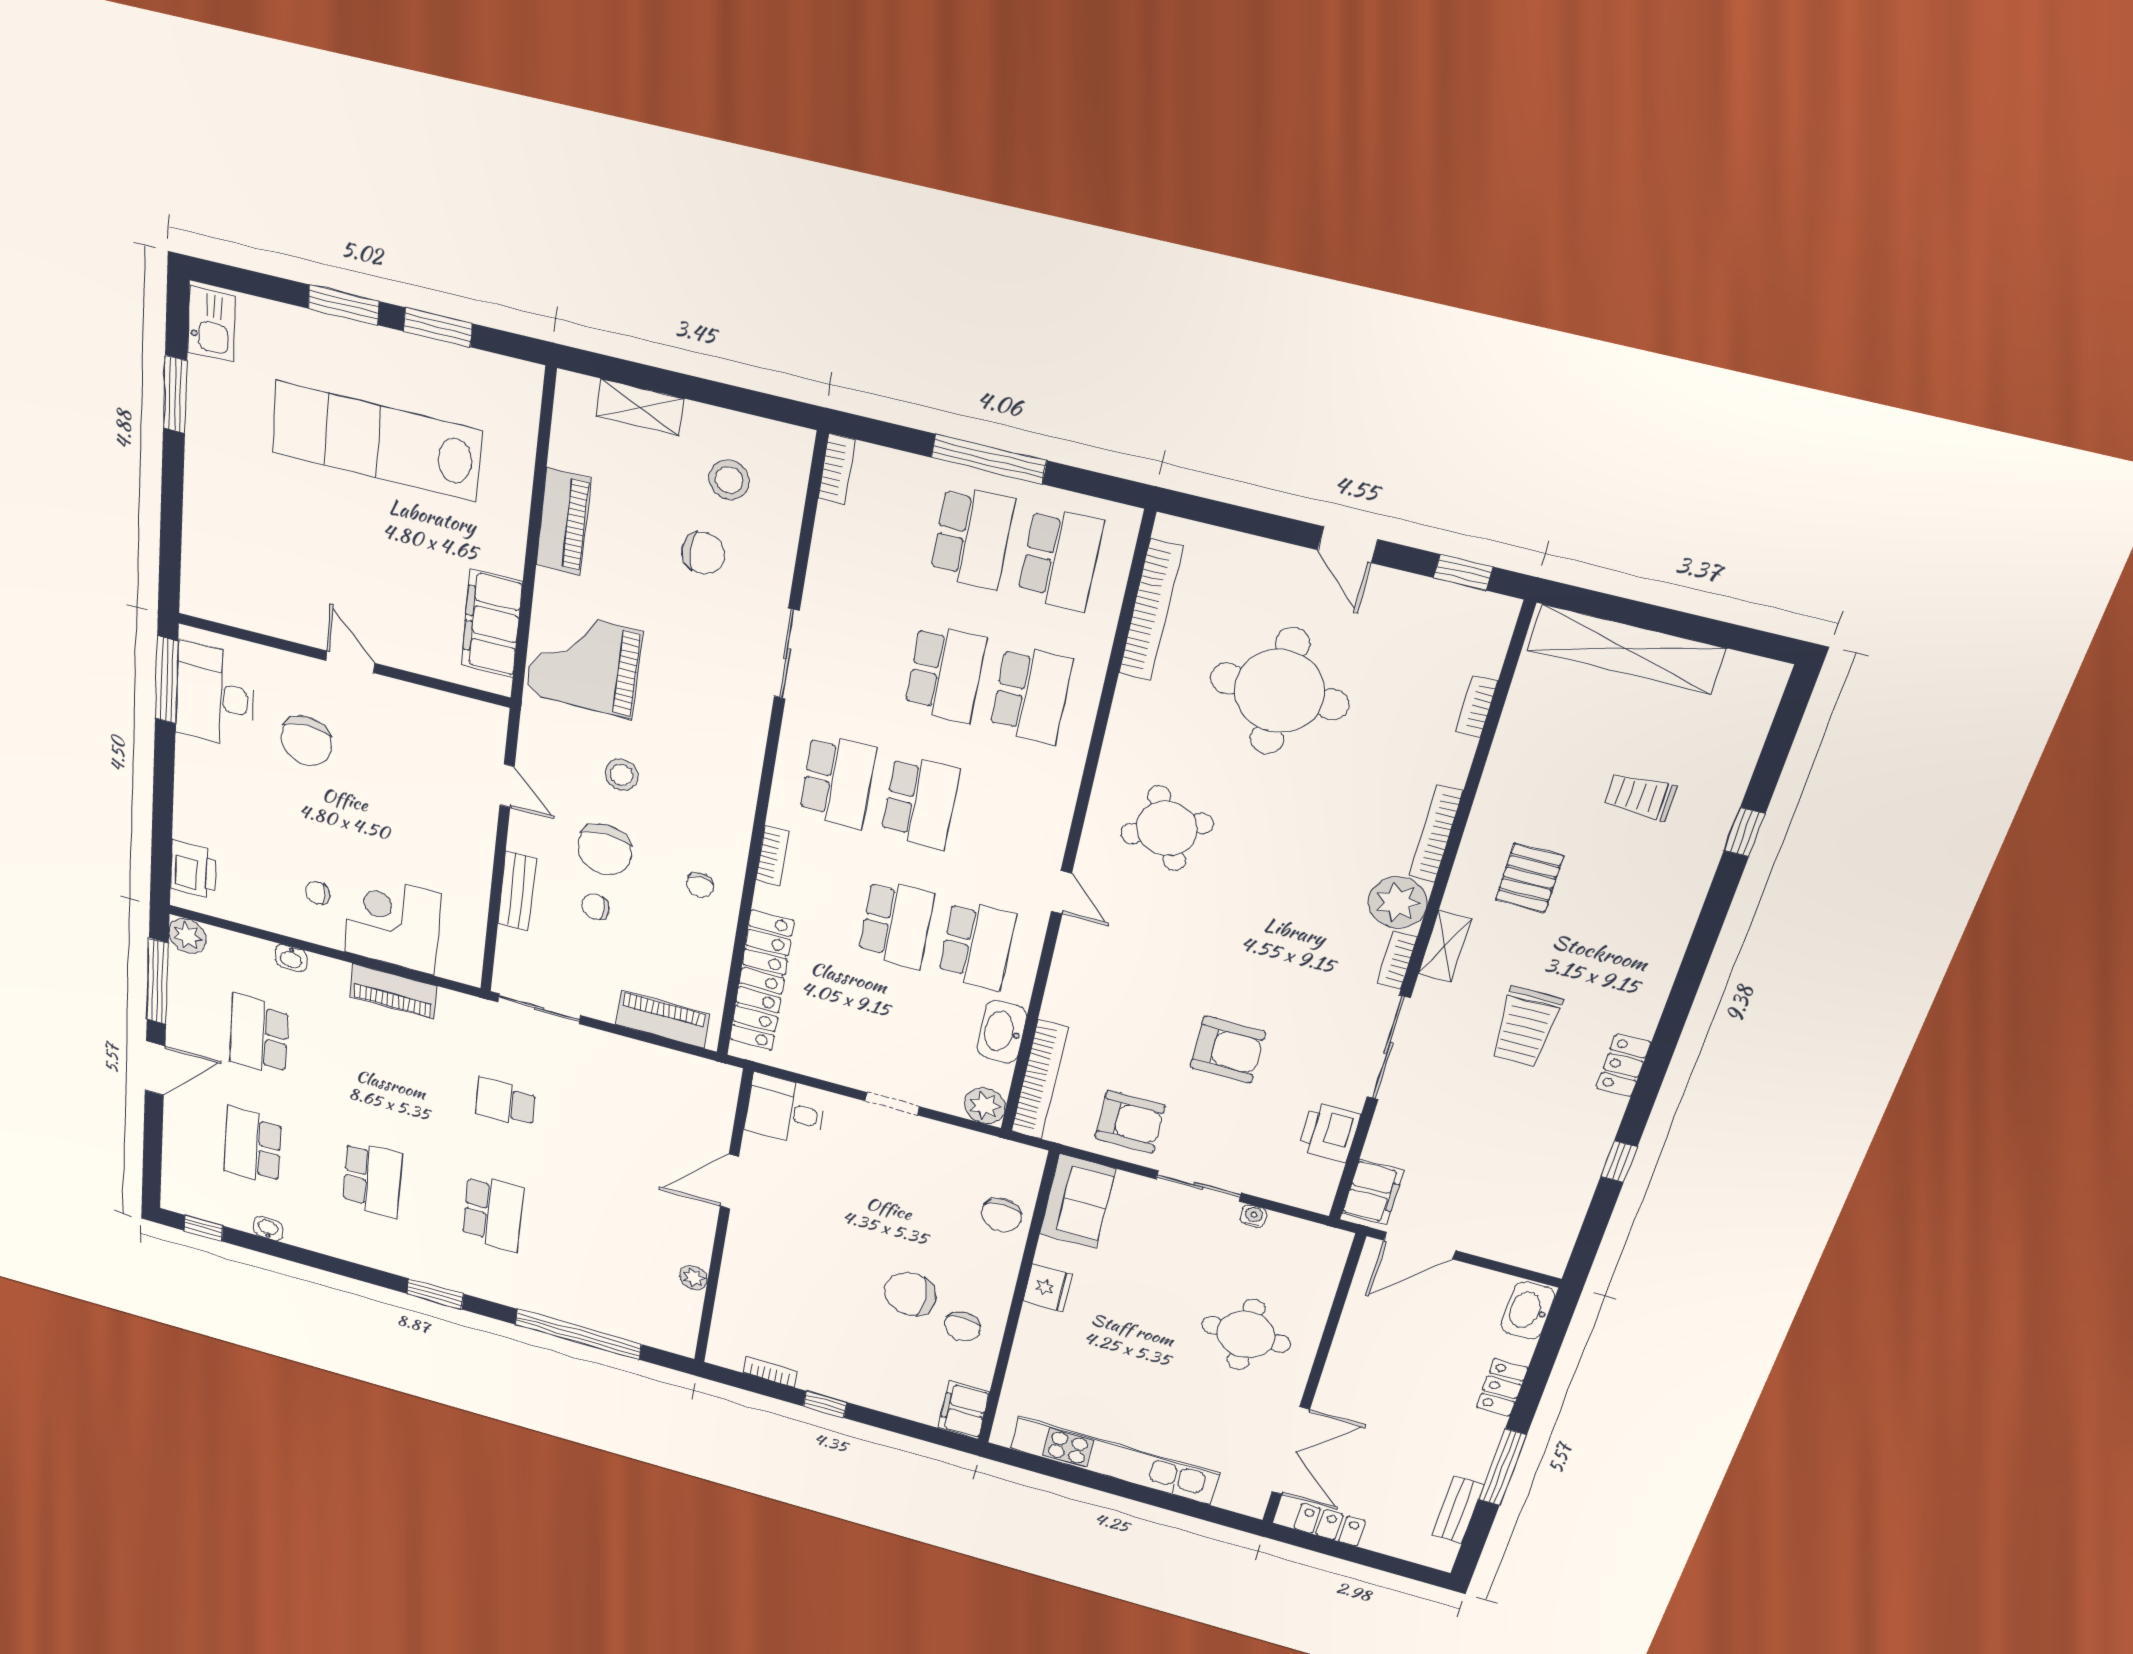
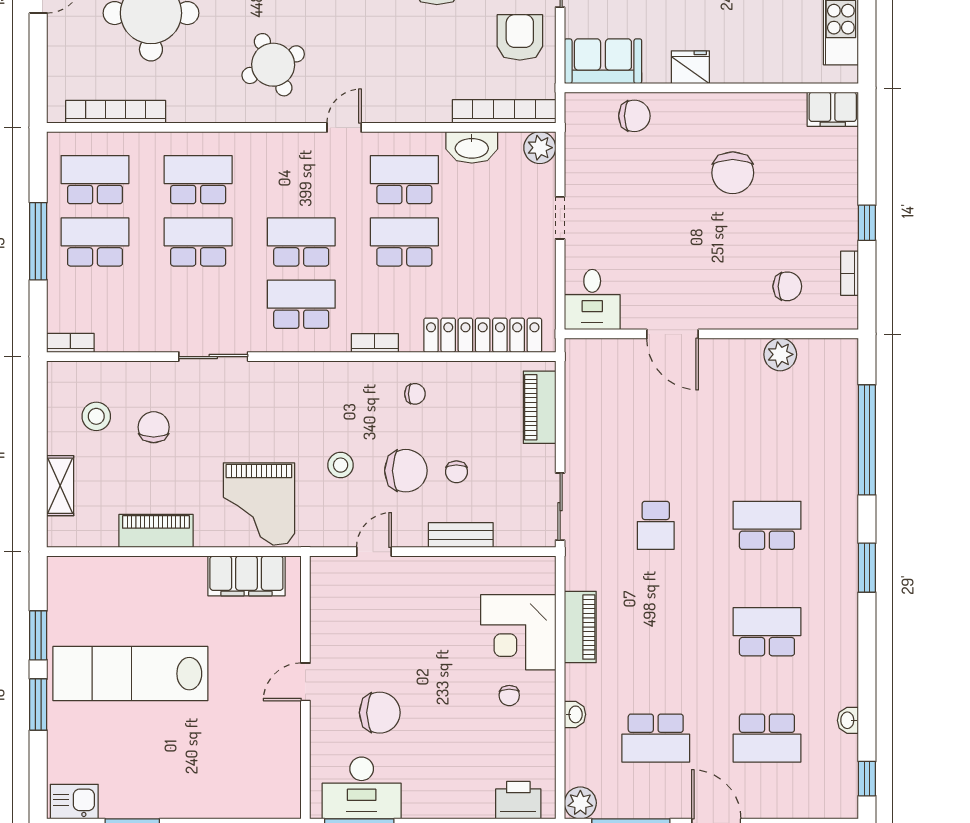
lab bench: (377, 441) -> (130, 674), turned 90
plant: (694, 1278) -> (780, 354), width x1.38, depth x1.38
chair: (962, 1327) -> (787, 286), moved

